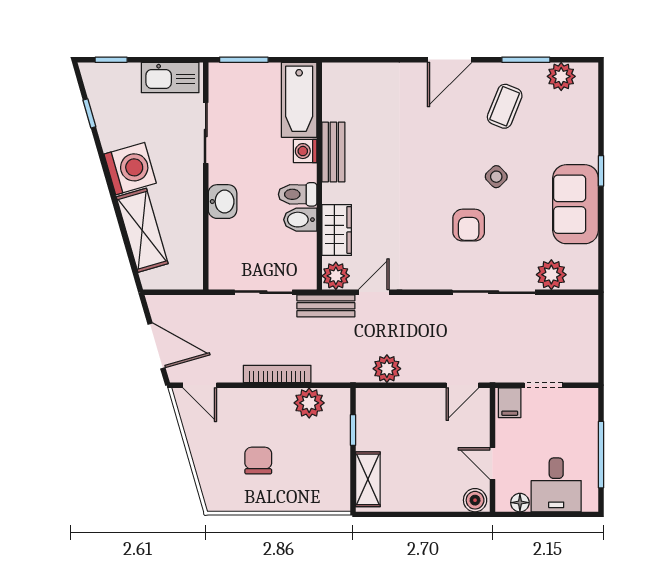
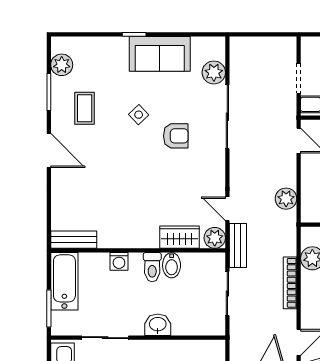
bathtub: (299, 100) -> (64, 281), moved, turned -90
coffee table: (505, 106) -> (85, 108), turned 68
bench: (333, 152) -> (74, 240), moved

